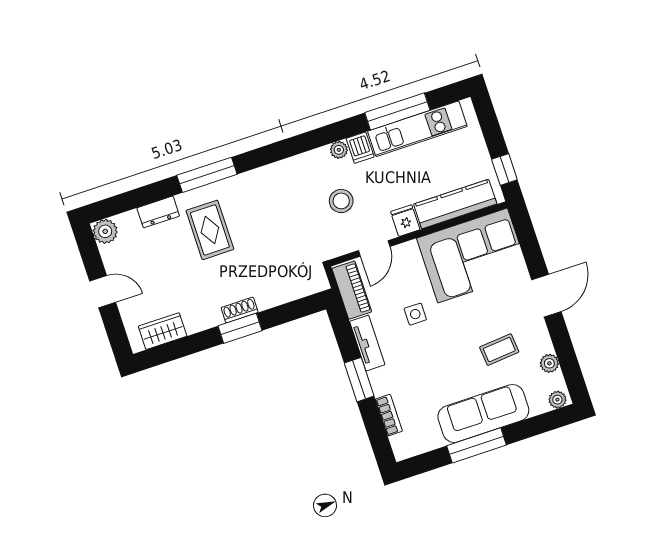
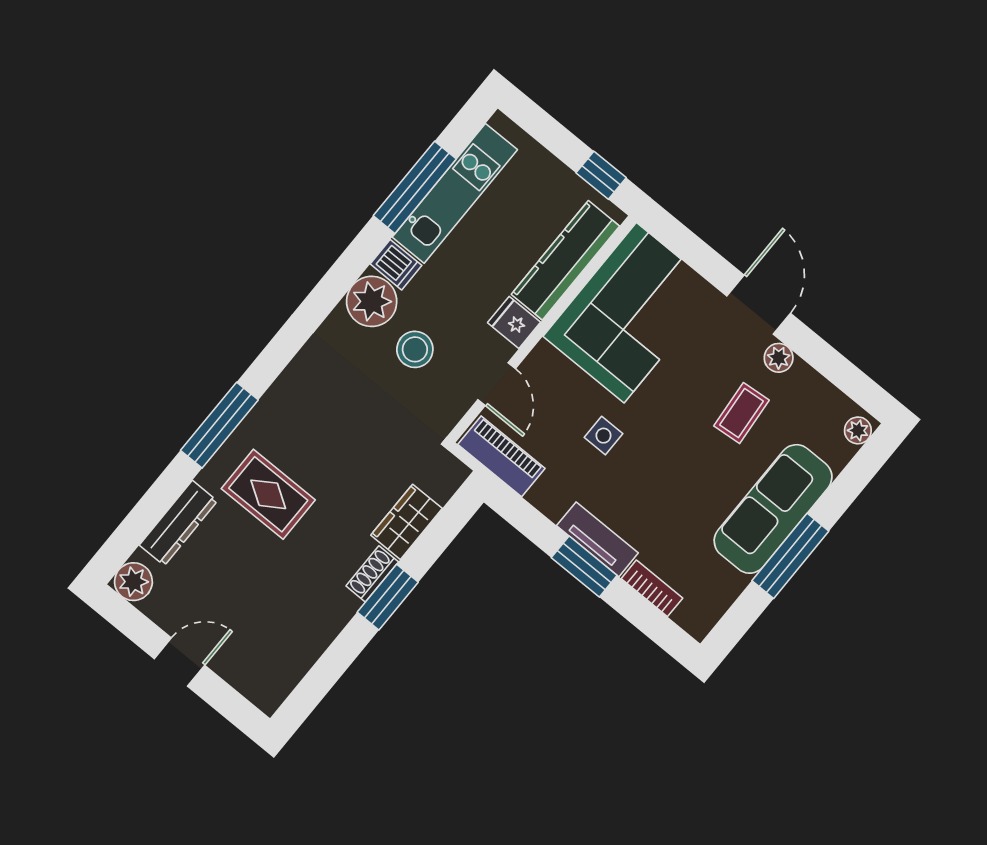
plant: (339, 150) -> (372, 301), width x1.88, depth x1.88
dresser: (158, 212) -> (178, 523), width x1.44
wardrobe: (163, 331) -> (406, 522), moved
tv unit: (367, 343) -> (597, 539), moved
plant: (549, 363) -> (779, 358), moved

